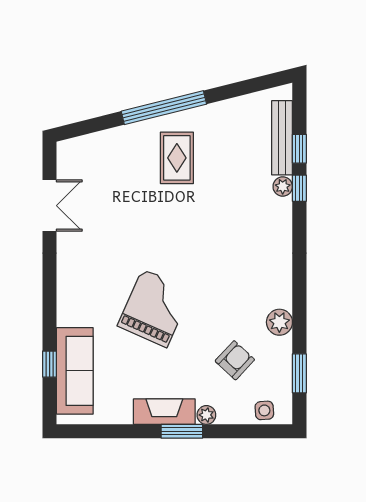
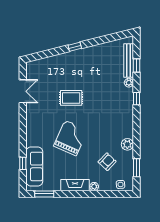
window: (164, 108) -> (75, 47), width x0.32
rug: (177, 158) -> (71, 98), moved, turned 90
window: (299, 188) -> (136, 99), moved
window: (182, 431) -> (44, 194), moved

